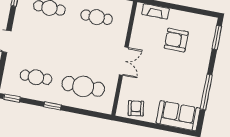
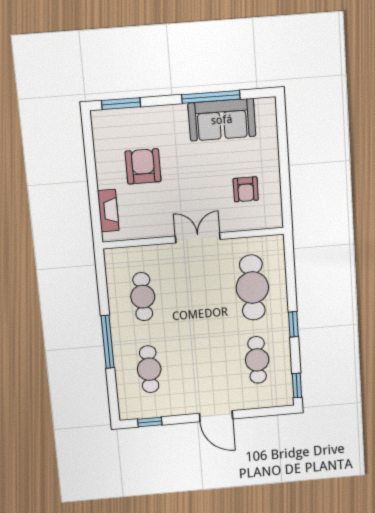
armchair: (176, 40) -> (143, 166), turned 180
armchair: (136, 108) -> (246, 189), moved, turned -81
sofa: (178, 116) -> (222, 120), moved, turned -90

